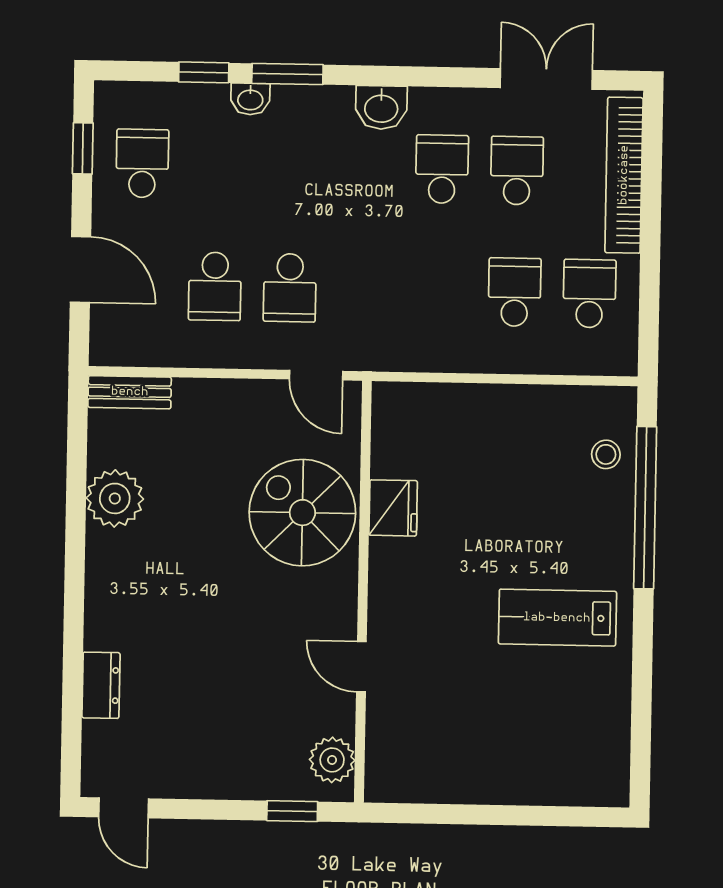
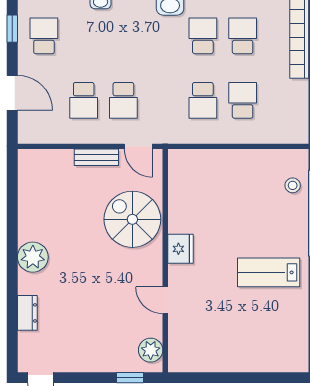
school desk: (589, 294) -> (203, 100), moved, turned 180
bench: (130, 392) -> (96, 157), moved
plant: (115, 498) -> (33, 257), moved
fridge: (393, 508) -> (180, 249), moved

